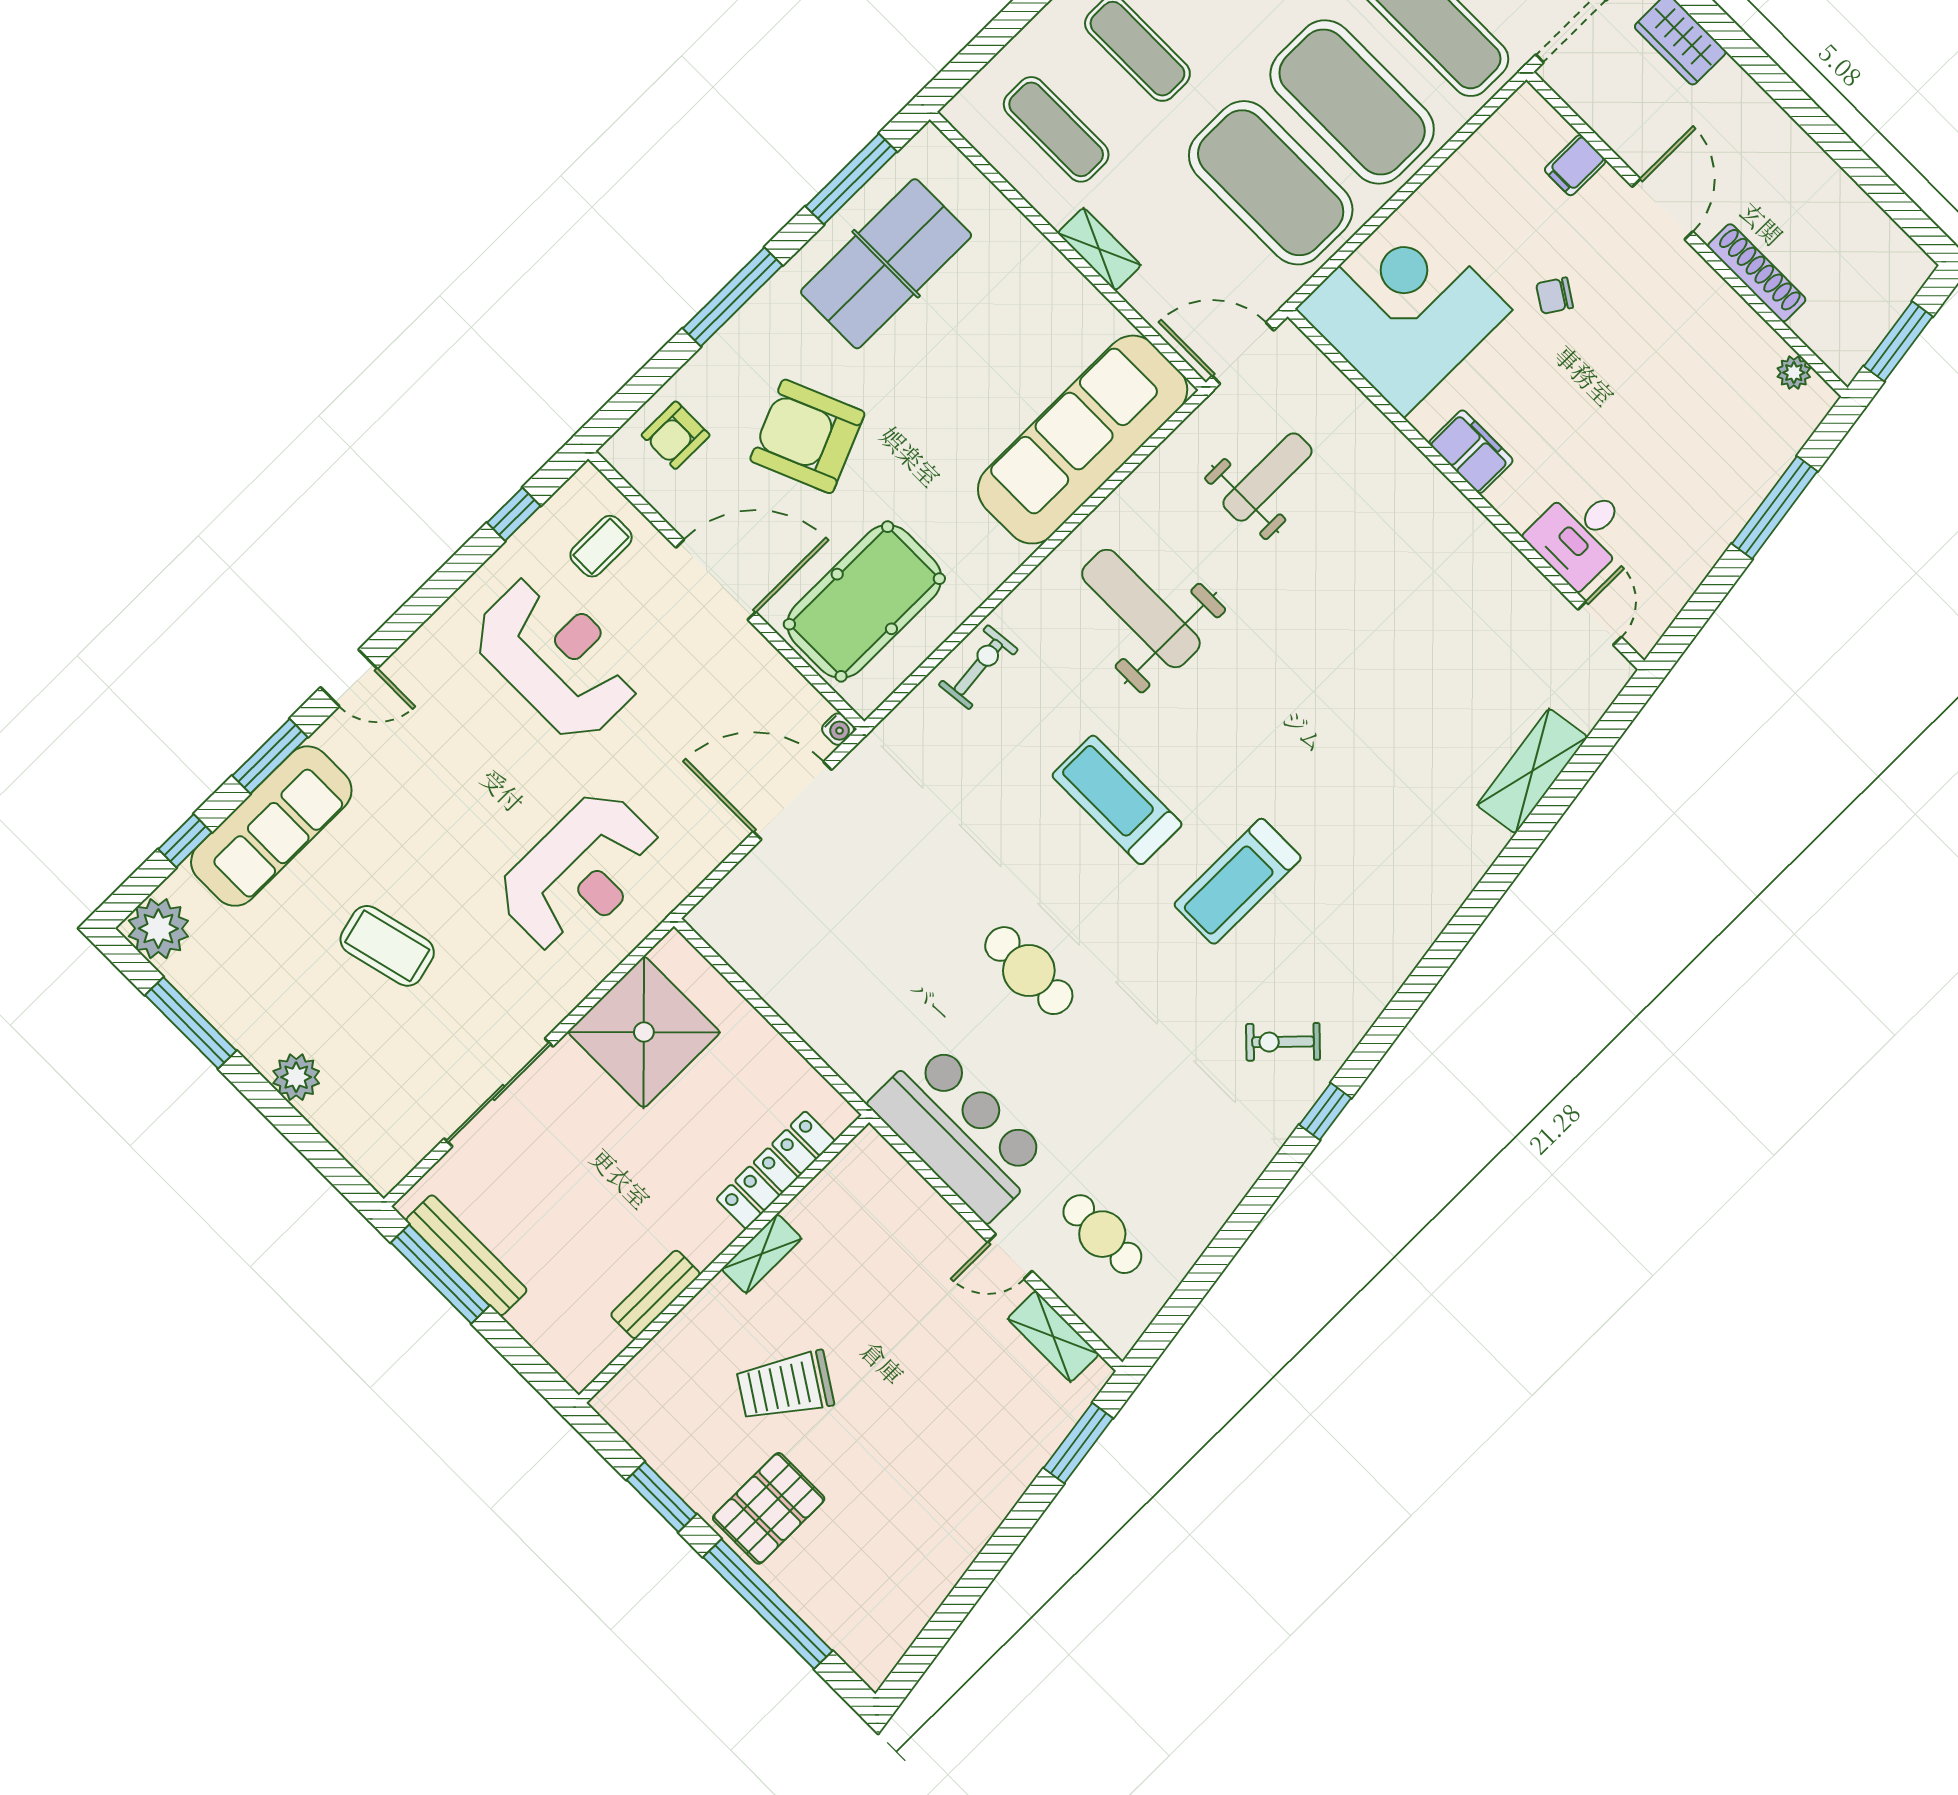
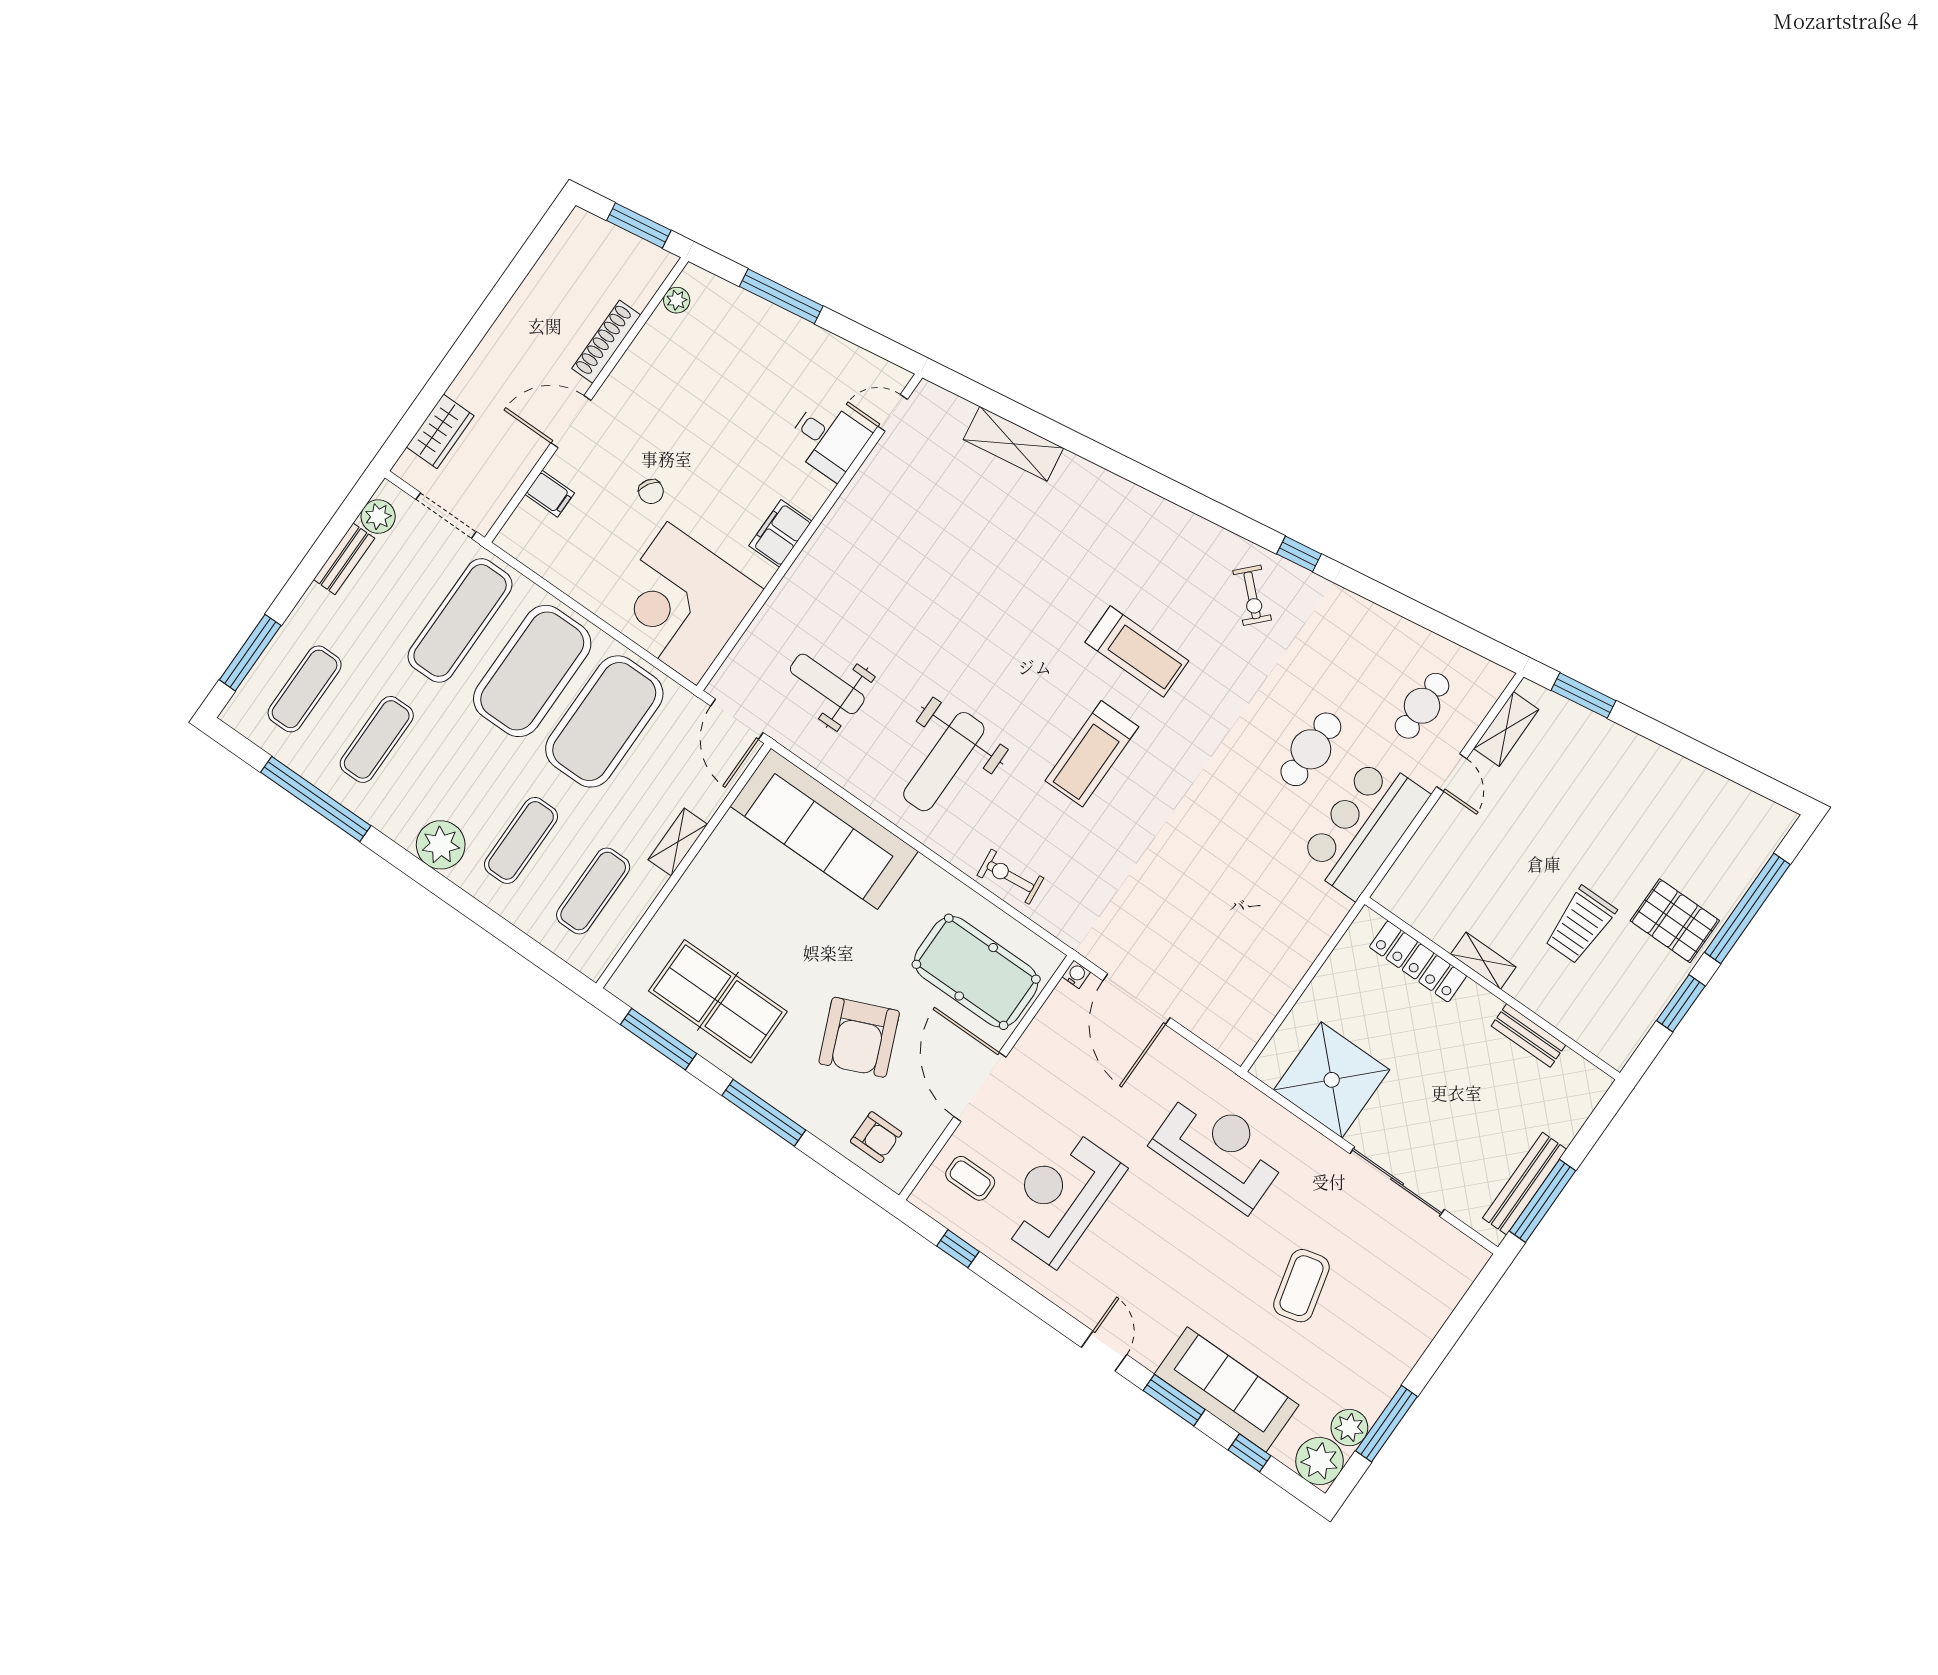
cafe table: (1029, 971) -> (1311, 749), moved
plant: (296, 1077) -> (1349, 1428), moved
trolley: (785, 1386) -> (1580, 925), turned 57

